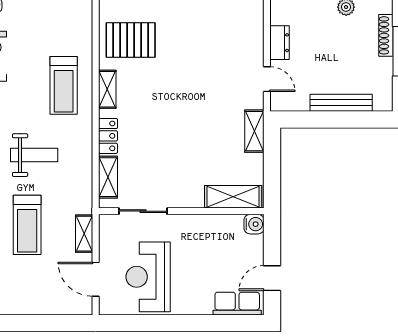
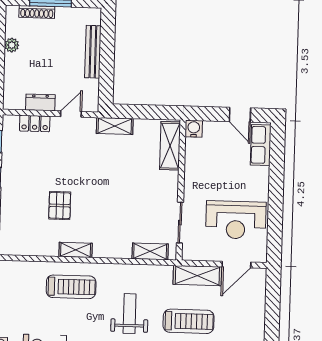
pallet: (131, 40) -> (60, 206), moved, width x0.67, depth x0.71
locker: (108, 136) -> (35, 124), moved, turned 180
shelving: (84, 234) -> (197, 276), width x1.50, depth x1.33

